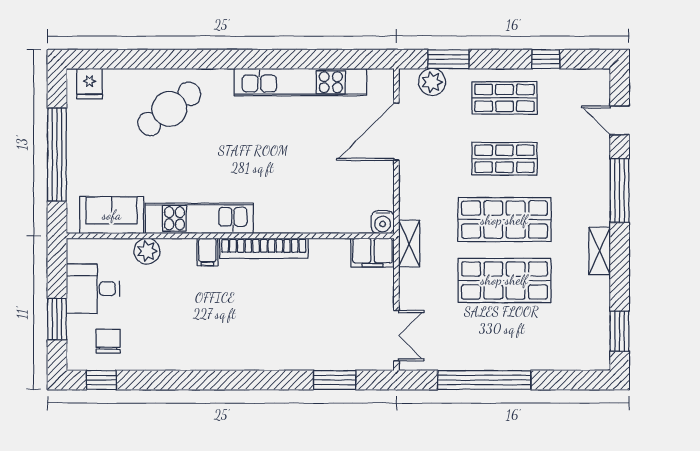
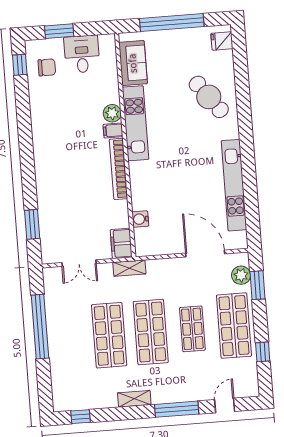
shop shelf: (504, 98) -> (234, 326), width x1.43, depth x1.36
water cooler: (383, 222) -> (140, 219), moved
plant: (147, 251) -> (112, 113), moved
window: (620, 331) -> (80, 417), width x0.67
double door: (396, 336) -> (79, 263), moved

